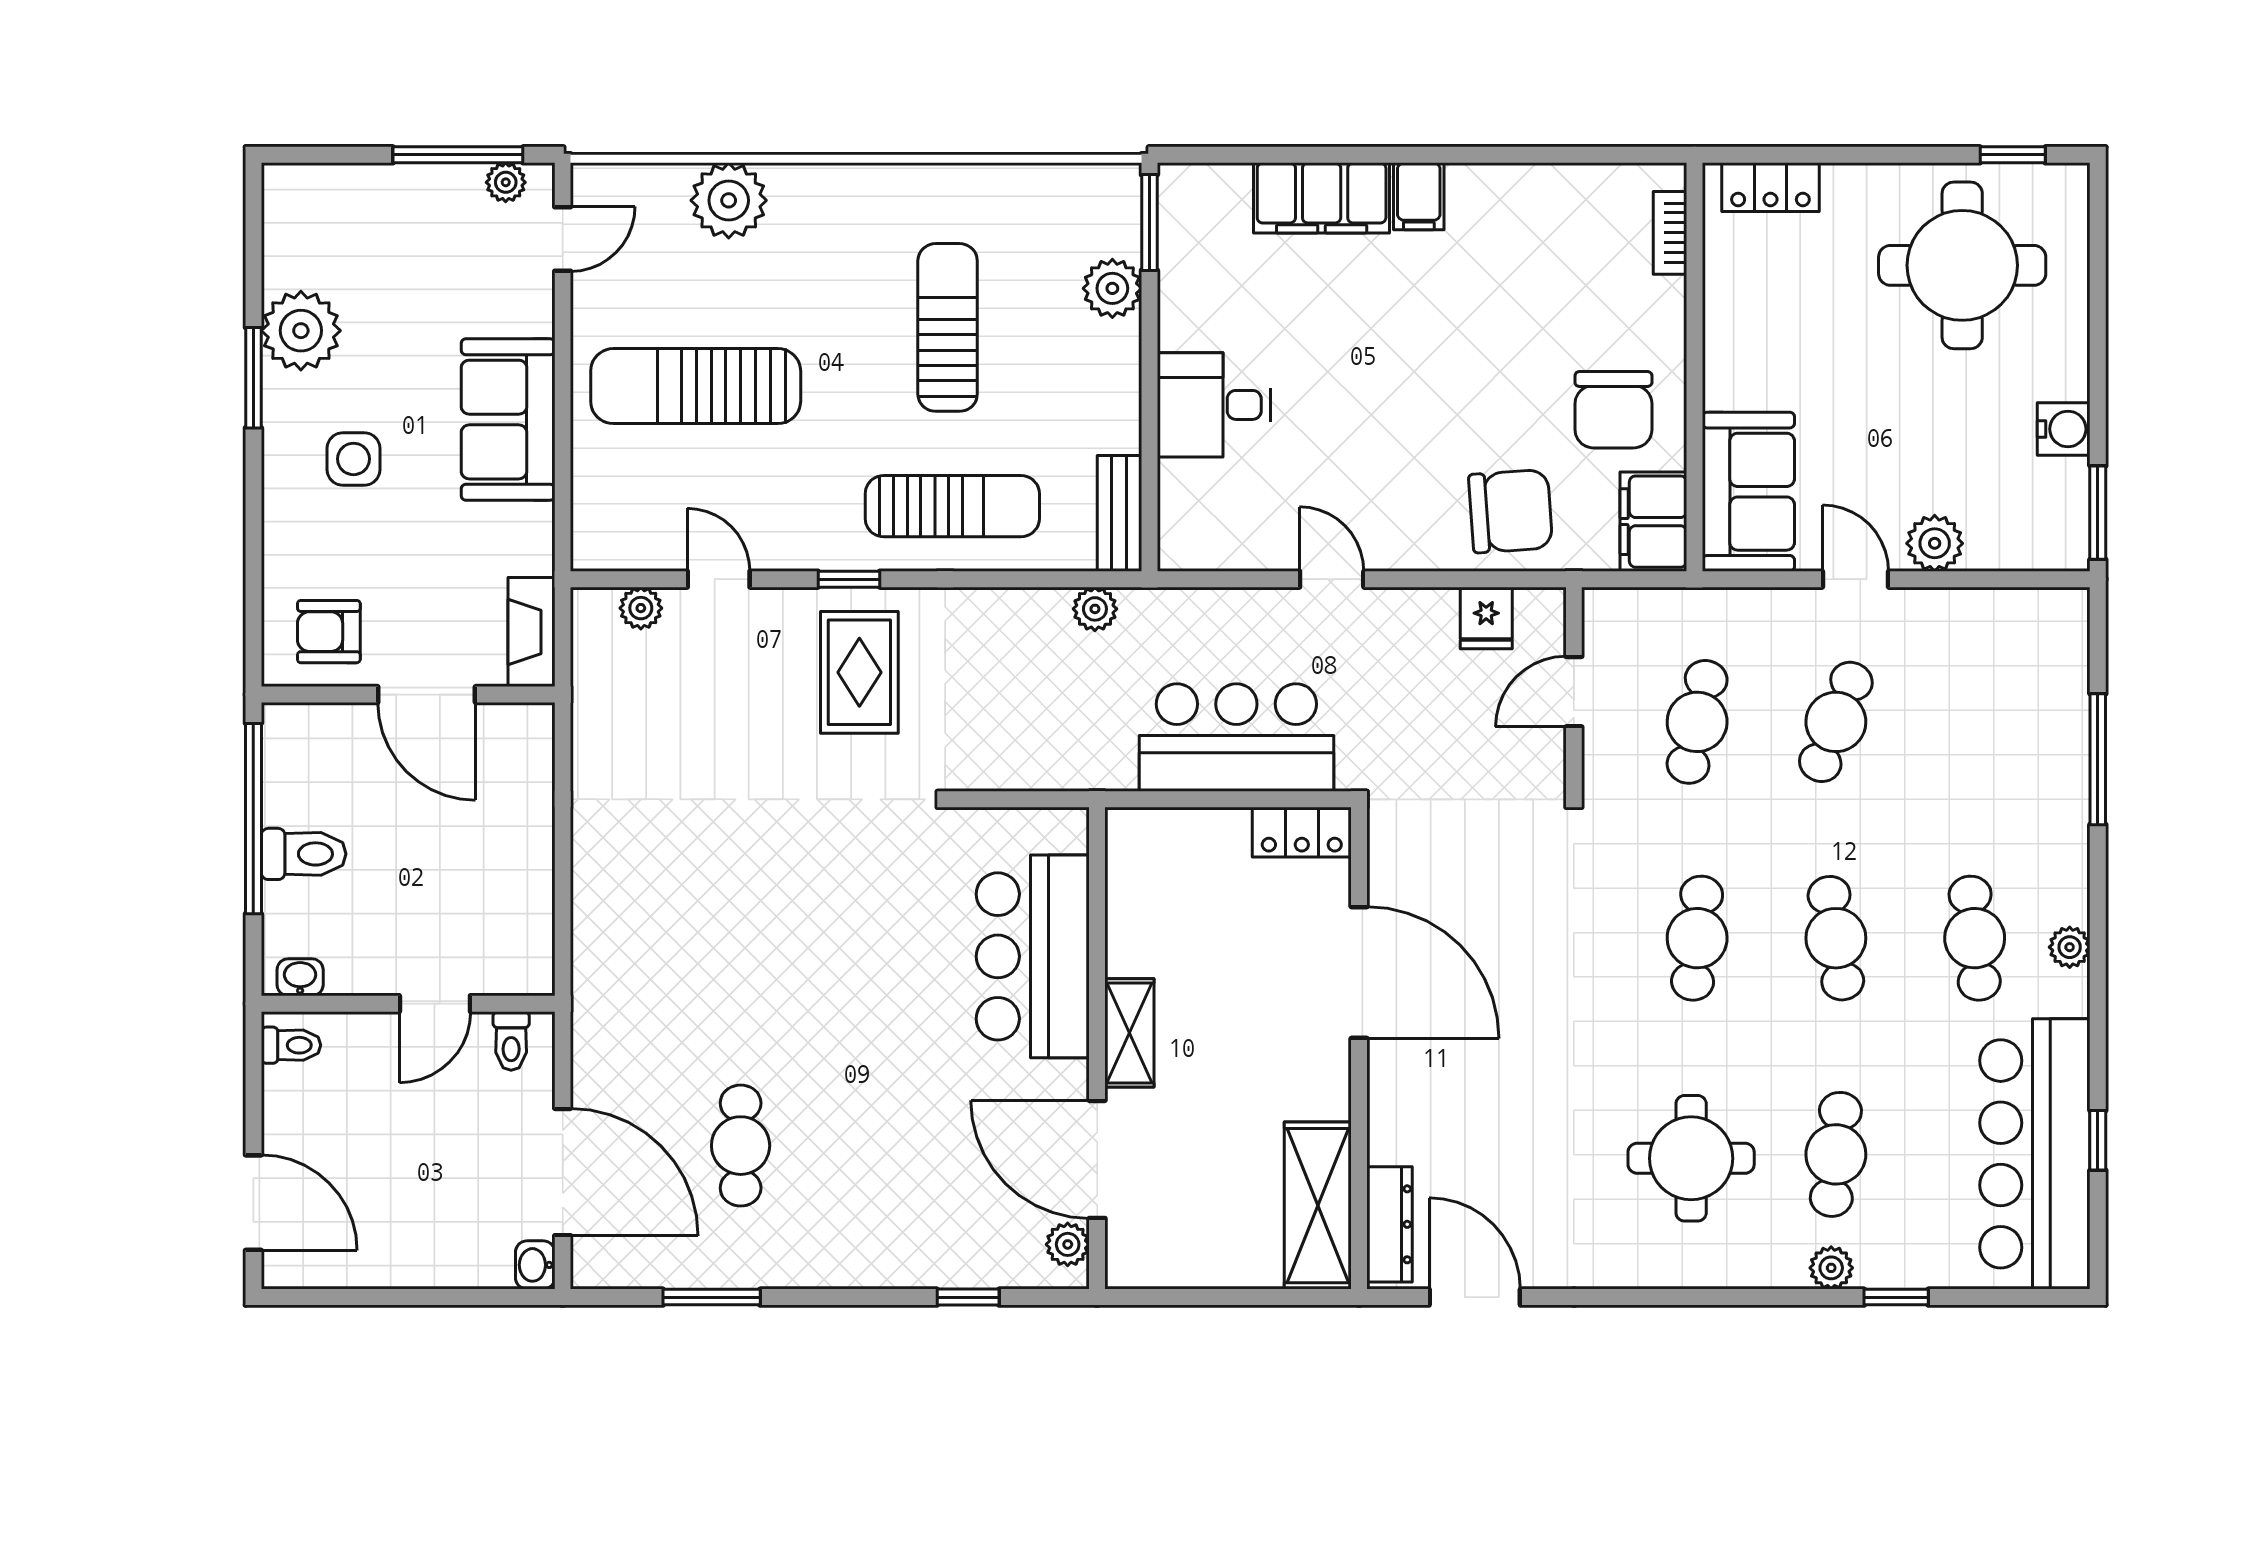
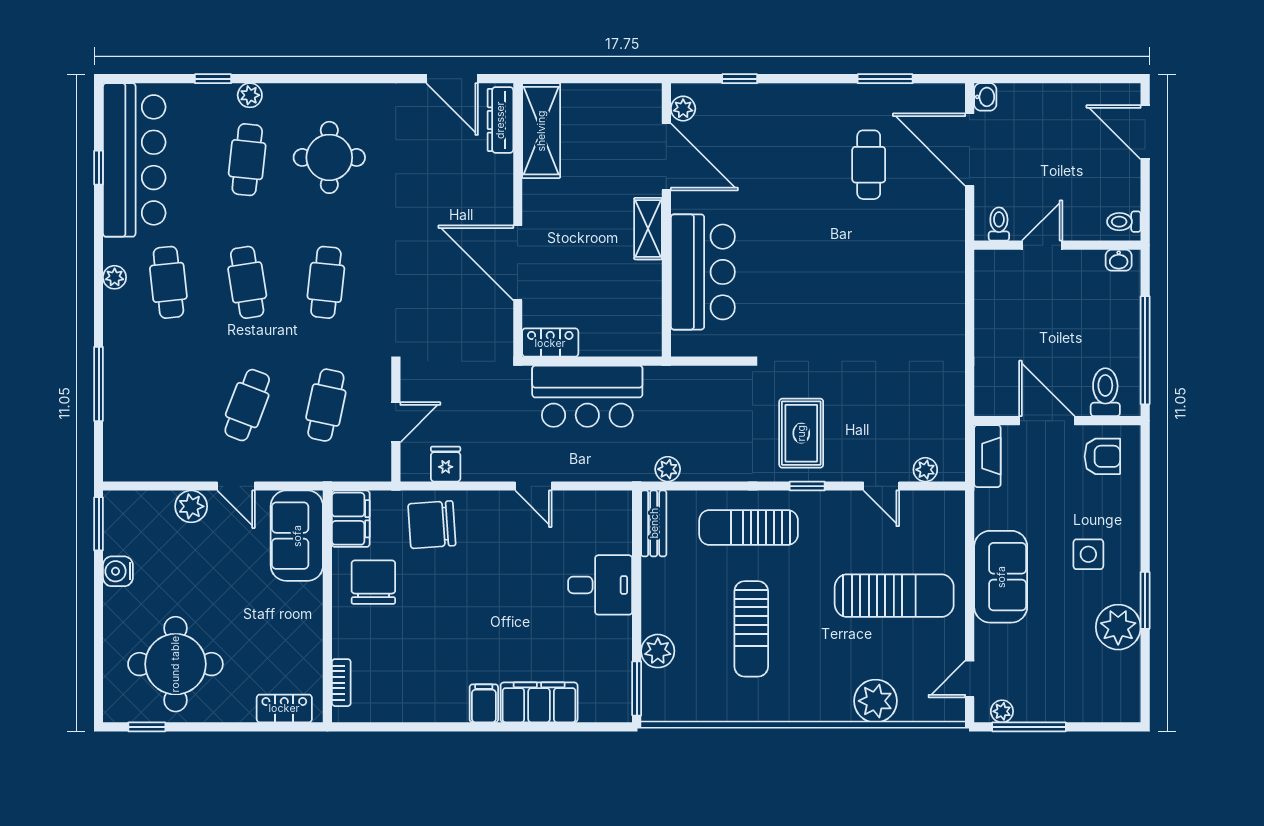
toilet: (304, 854) -> (1105, 392), moved, turned 90

